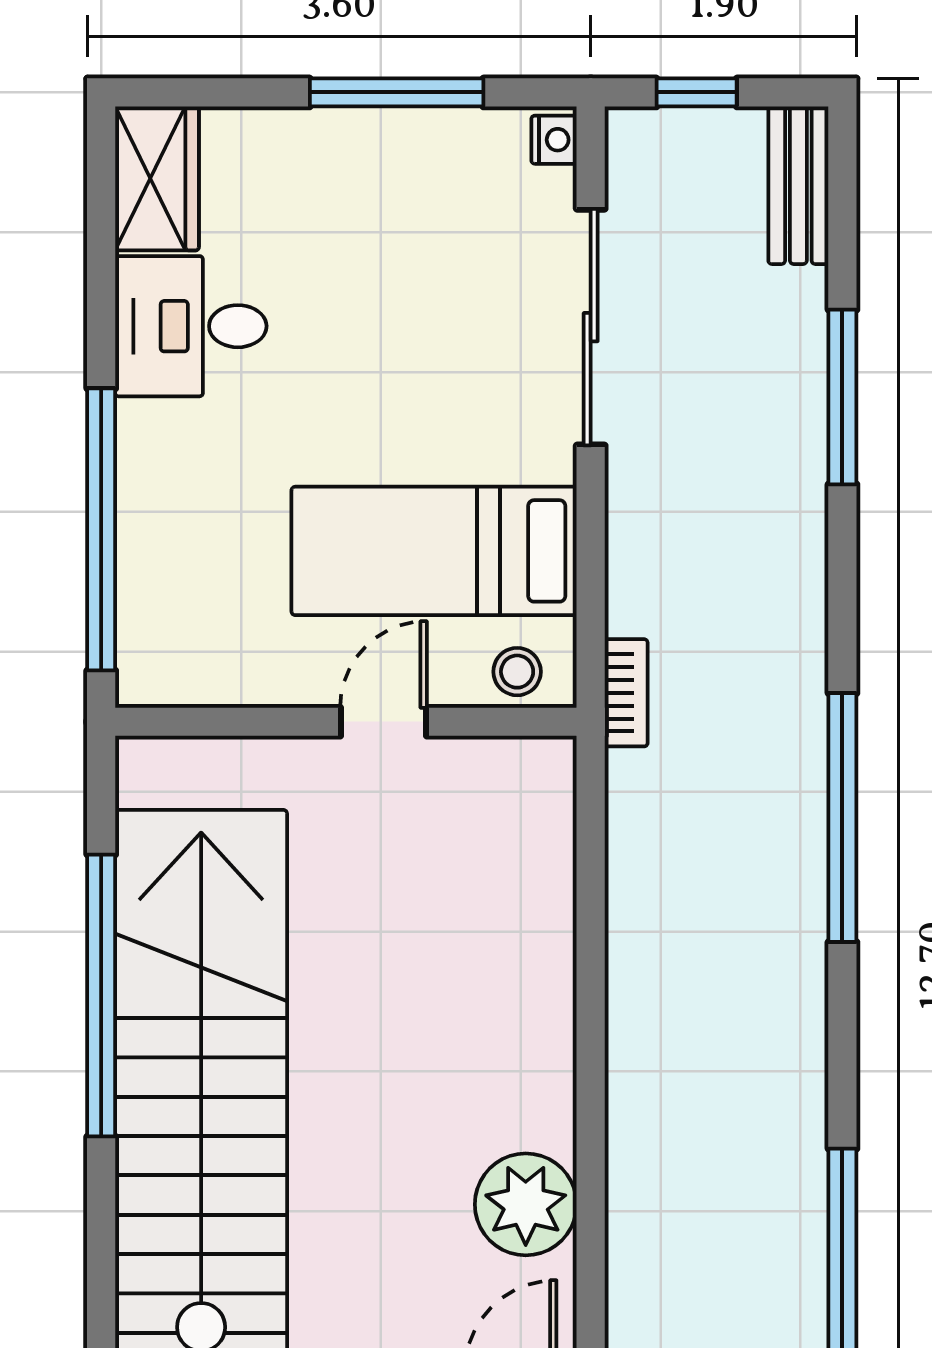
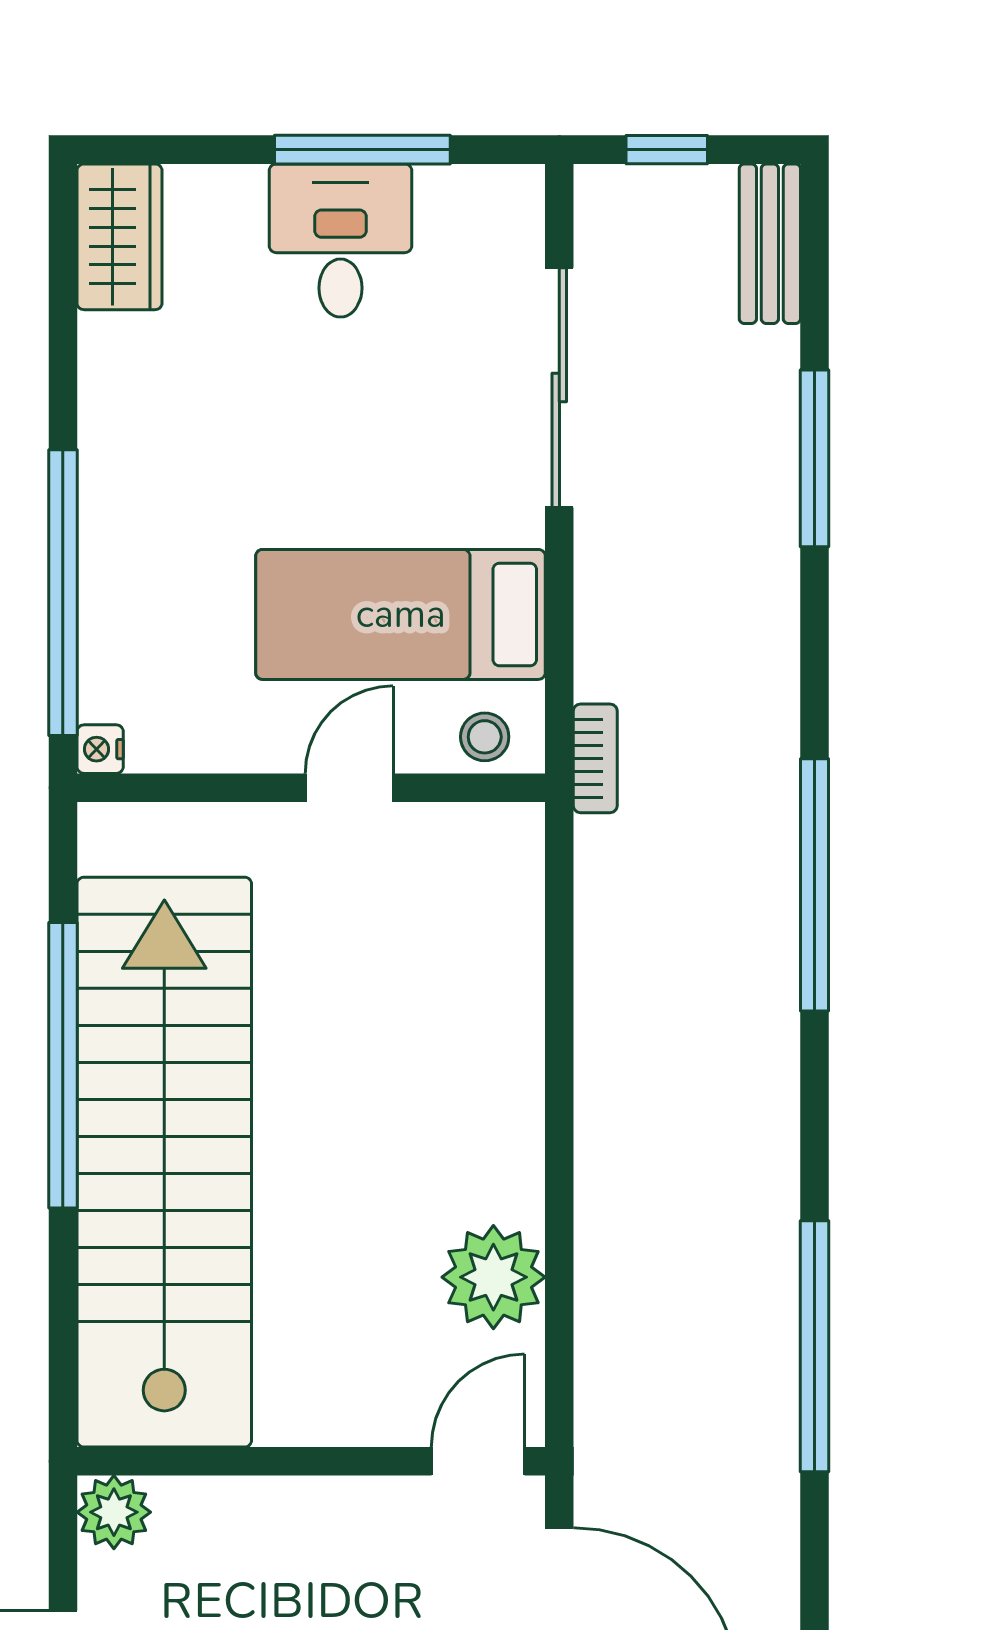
nightstand: (554, 140) -> (100, 749), moved, turned 180
desk: (191, 326) -> (340, 240), moved, turned 90

